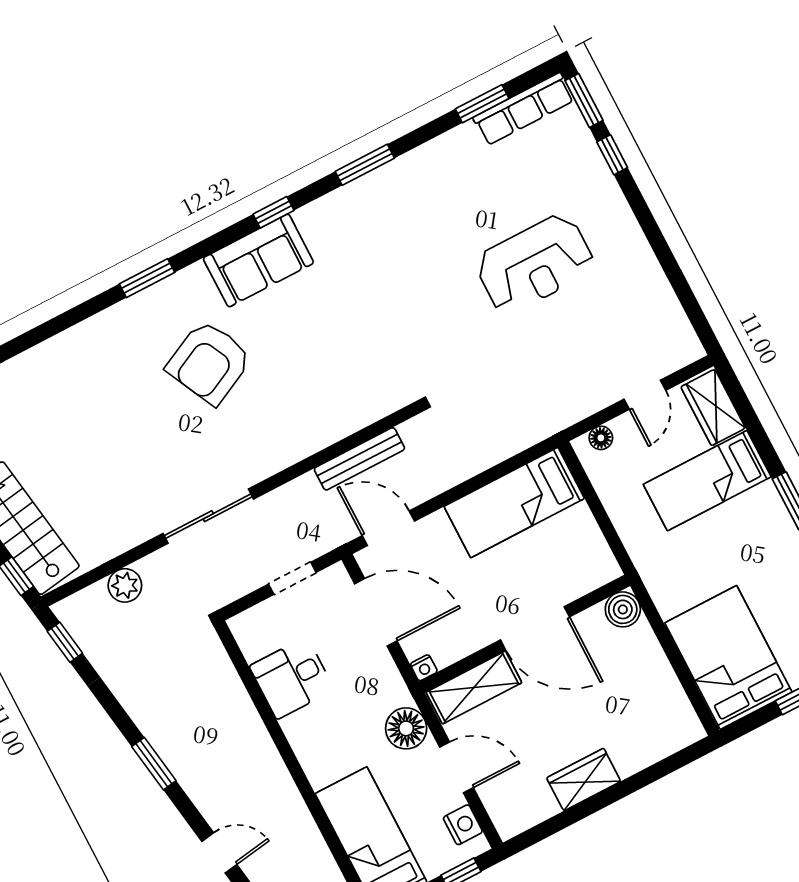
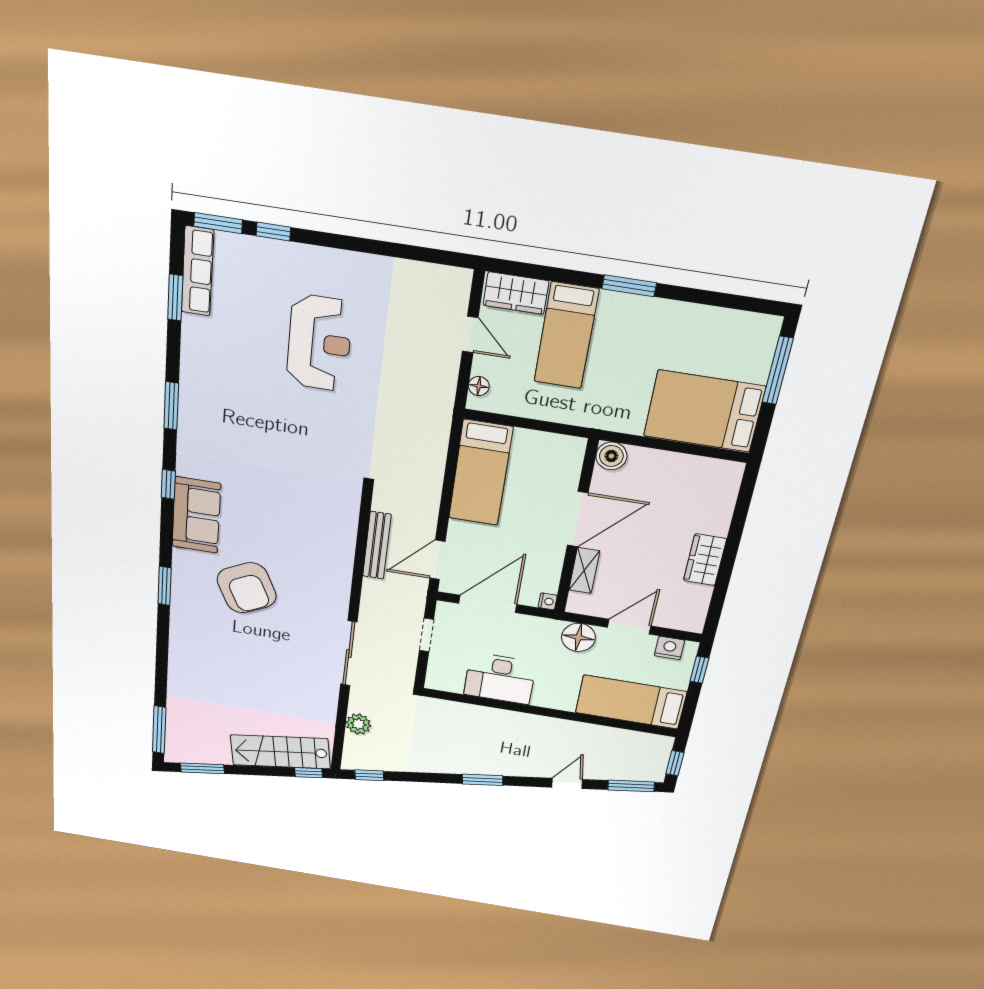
desk: (292, 678) -> (500, 678), width x1.37
shelving: (474, 687) -> (584, 570), width x0.67, depth x0.75

